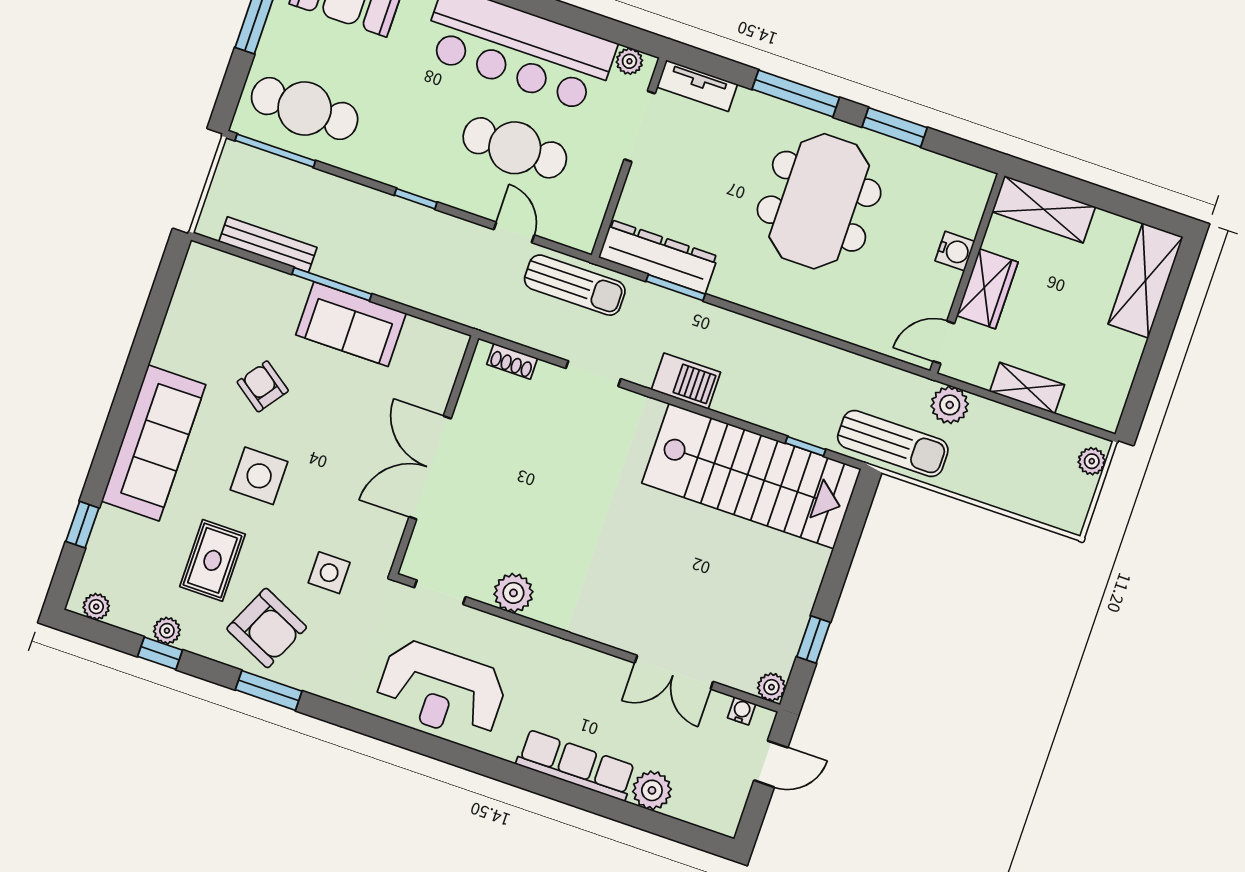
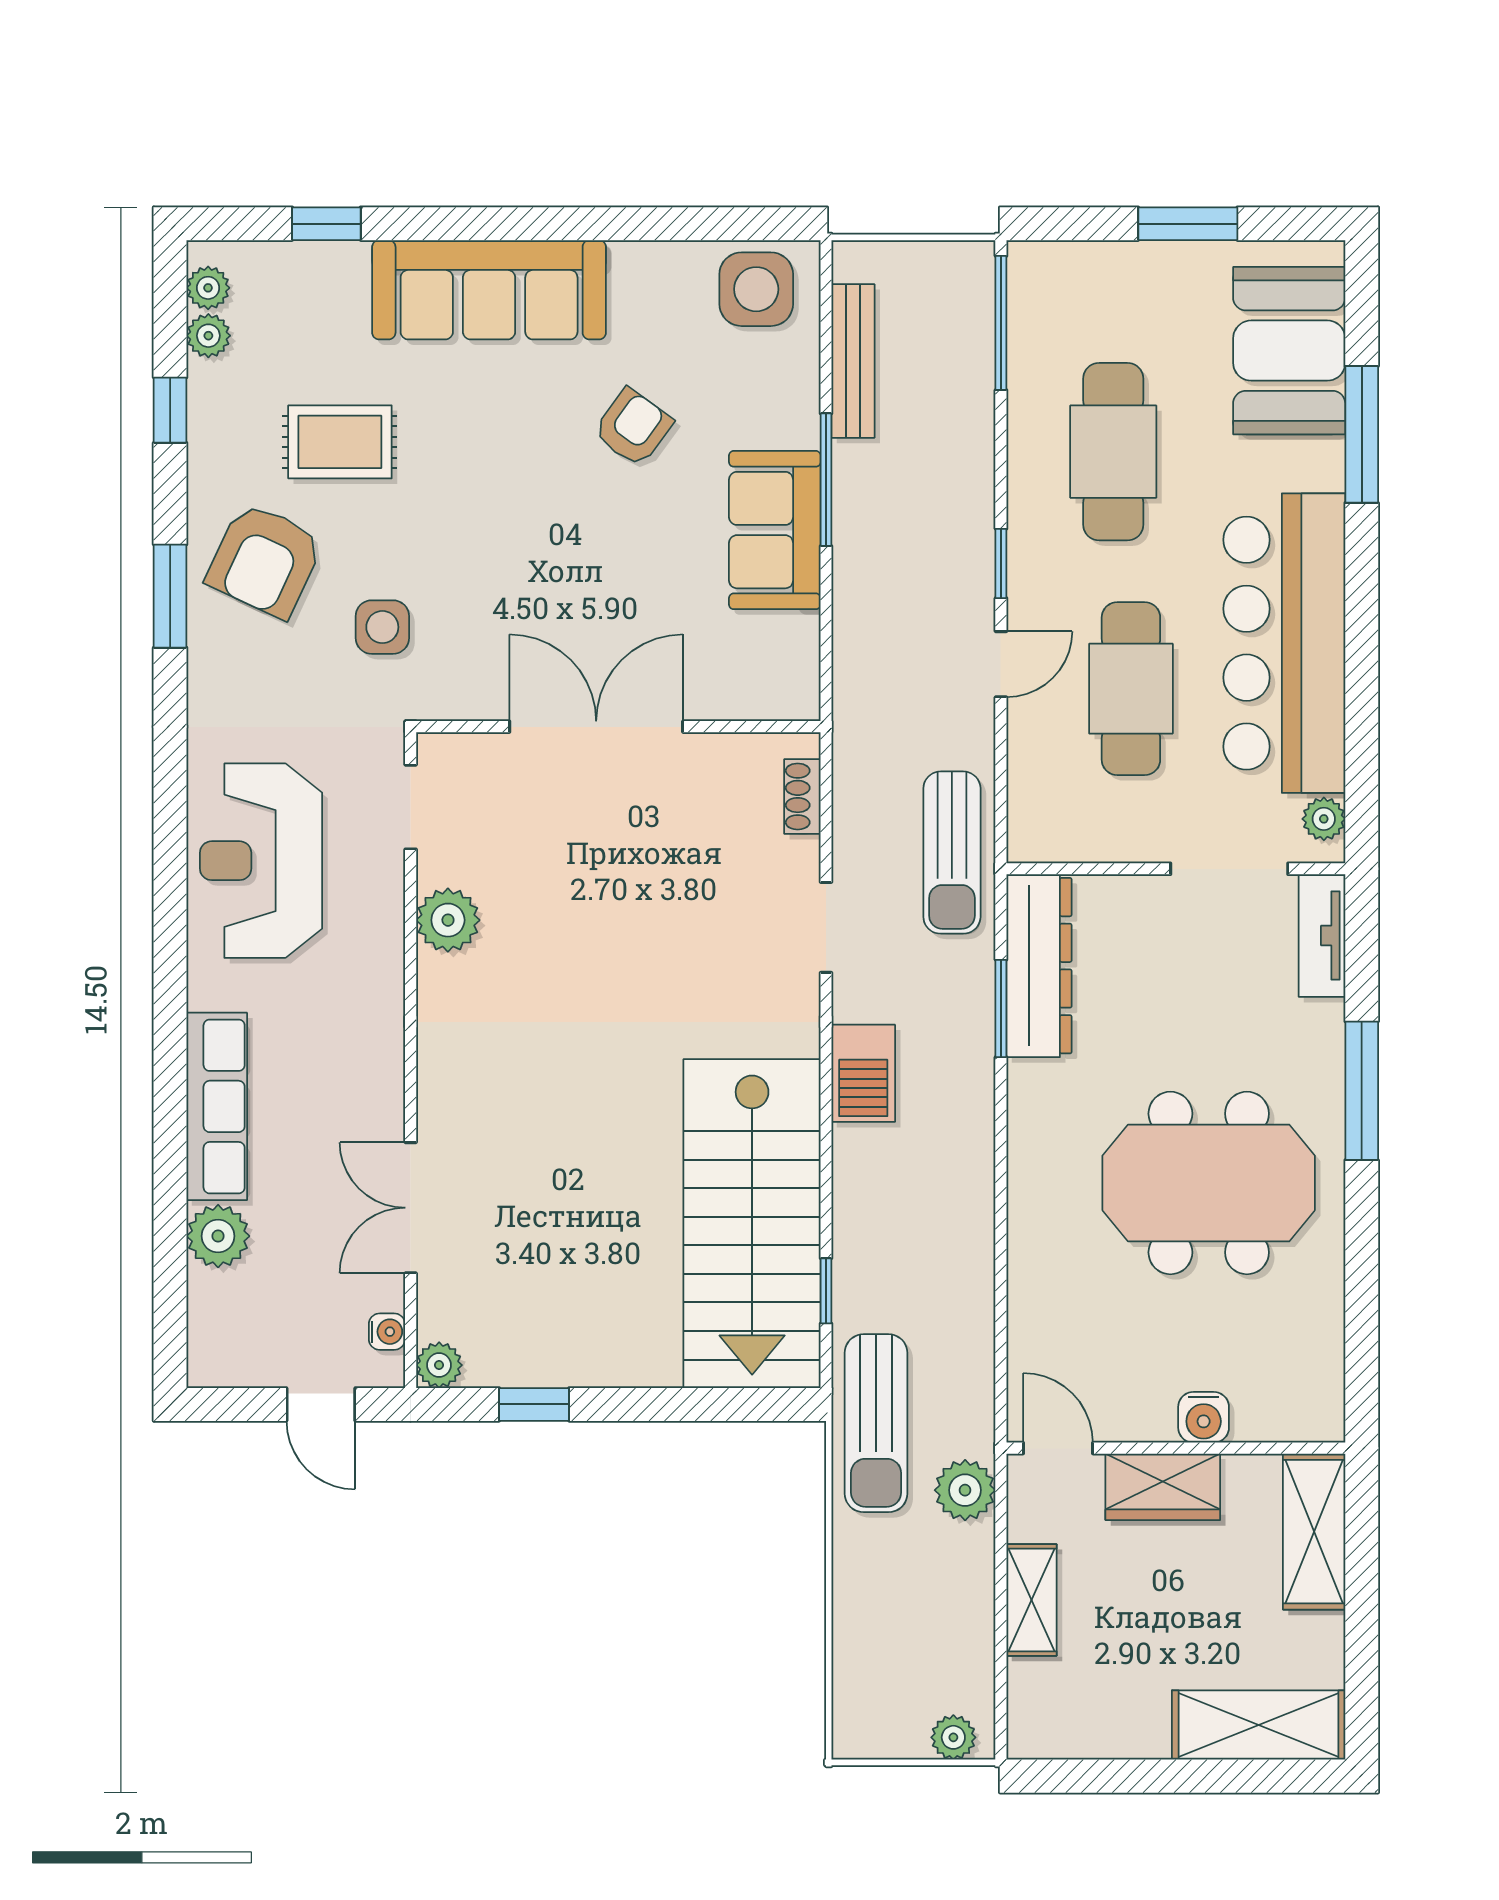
cafe table: (305, 108) -> (1113, 452), moved
window: (895, 127) -> (1362, 1260), removed
door: (514, 232) -> (1001, 664), moved
side table: (259, 476) -> (756, 289), moved
plant: (167, 631) -> (208, 336), moved

